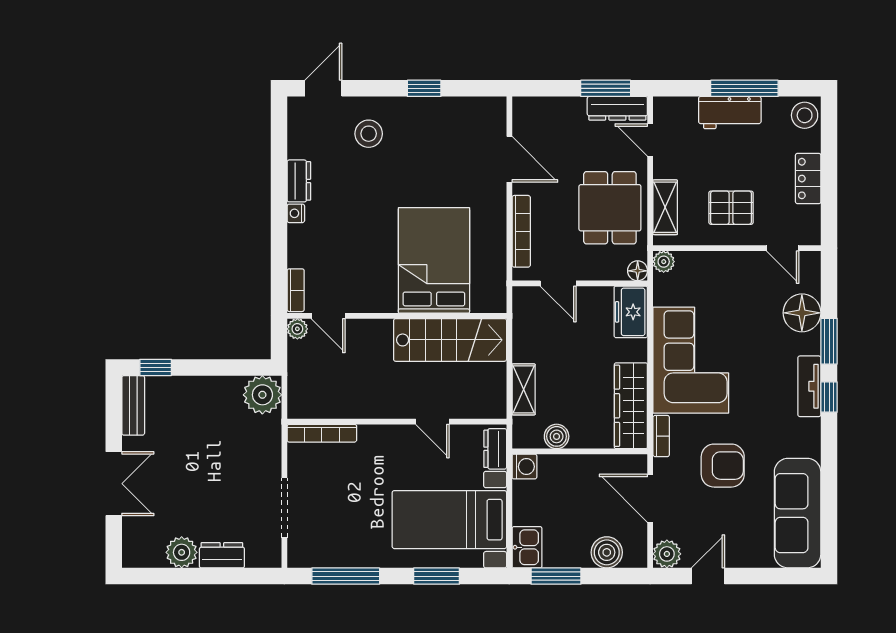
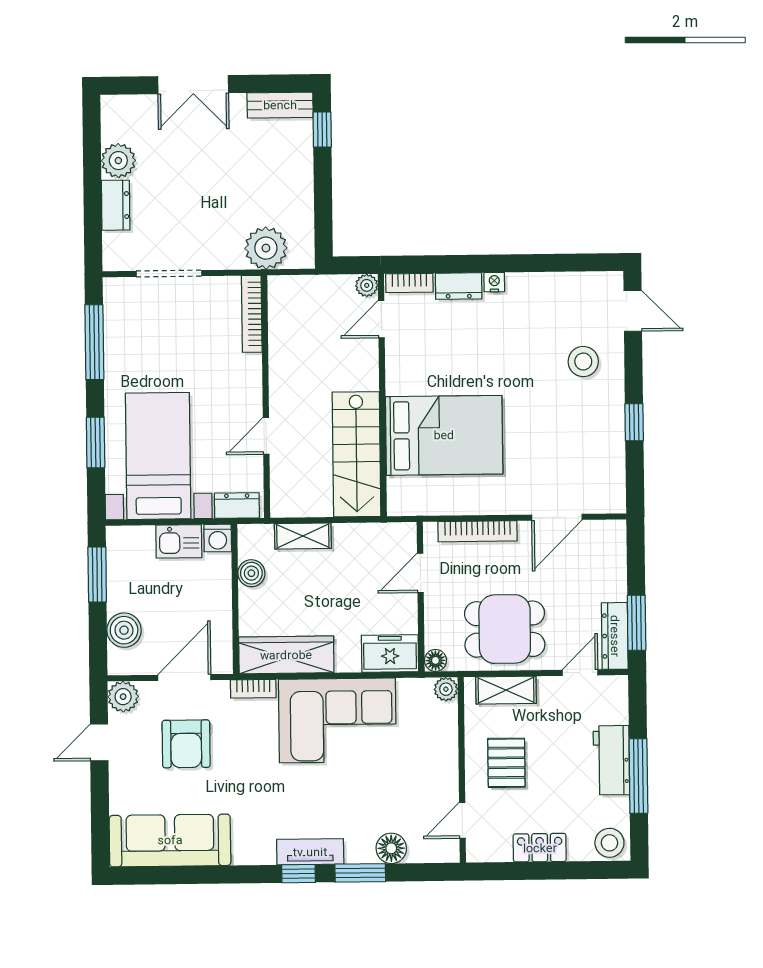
dresser: (299, 181) -> (459, 286), moved
floor lamp: (802, 313) -> (391, 848), width x0.73, depth x0.73
plant: (262, 395) -> (266, 248), moved
armchair: (723, 466) -> (186, 744), moved
kitchen sink: (527, 547) -> (179, 541), moved
door: (708, 576) -> (99, 742), swing flipped

